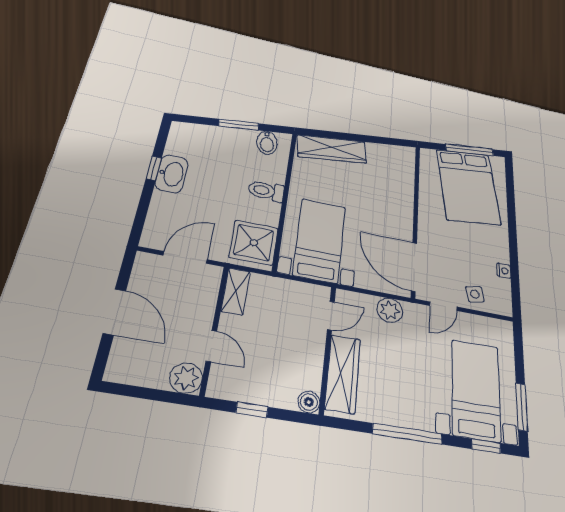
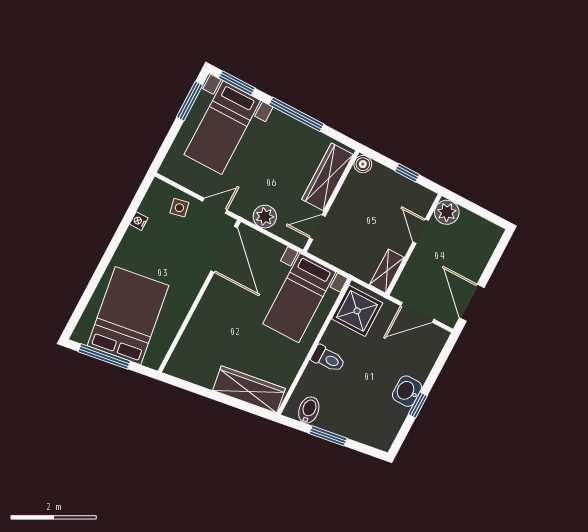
washbasin: (172, 174) -> (407, 391), width x0.72
door: (114, 312) -> (472, 303), moved
window: (486, 446) -> (237, 83), width x1.50

